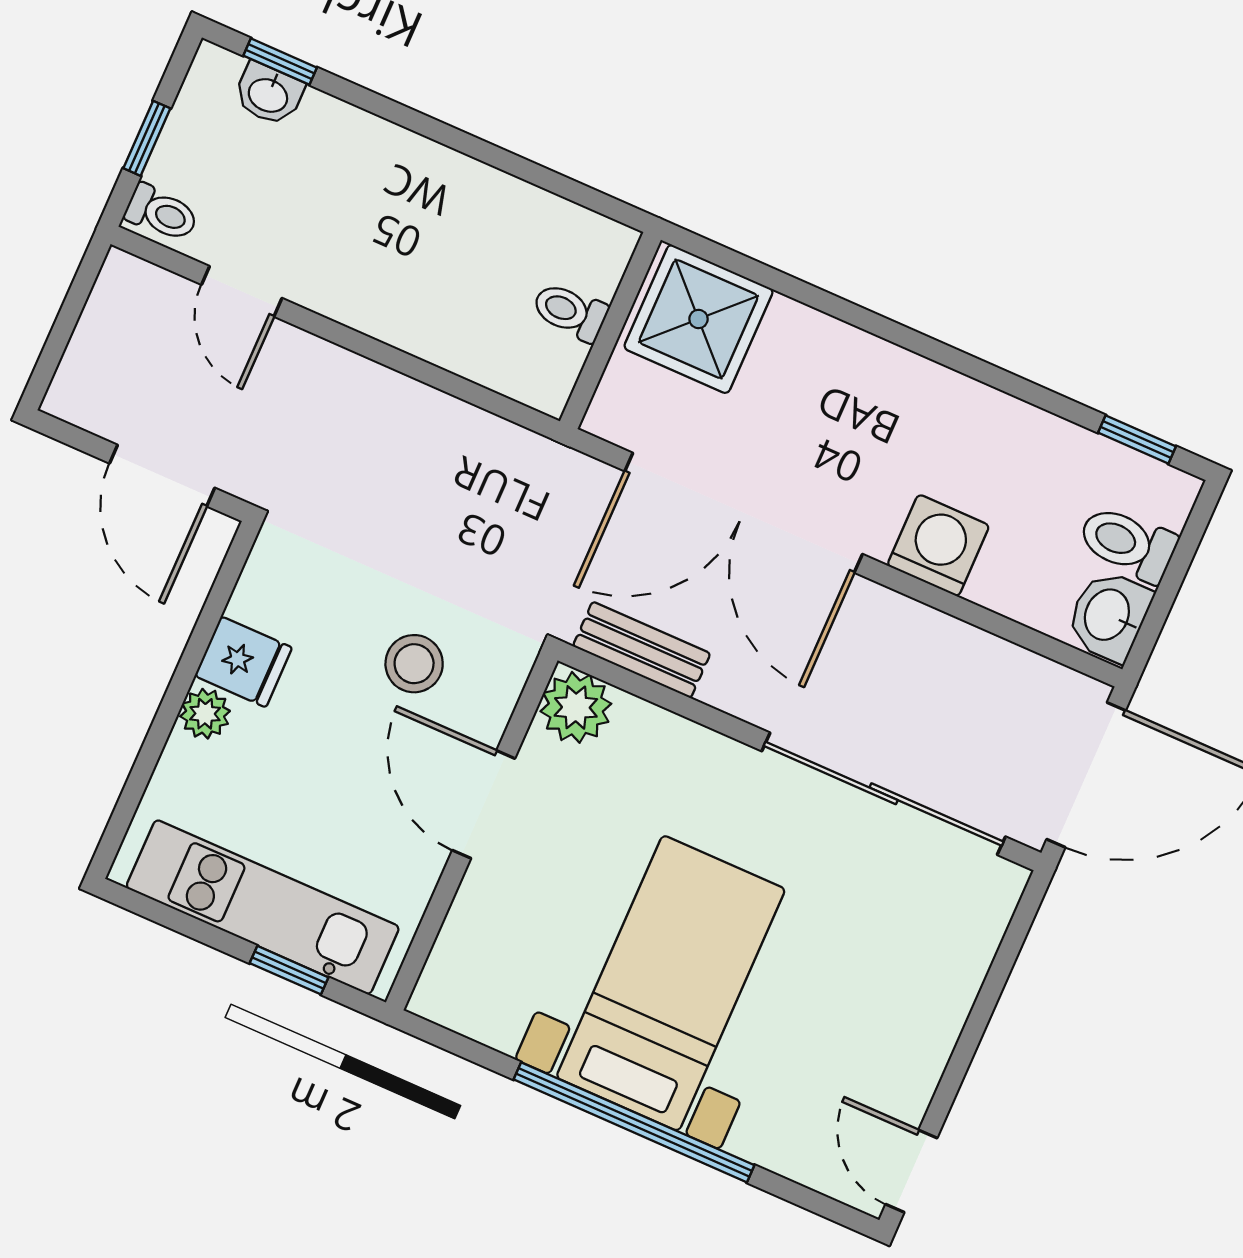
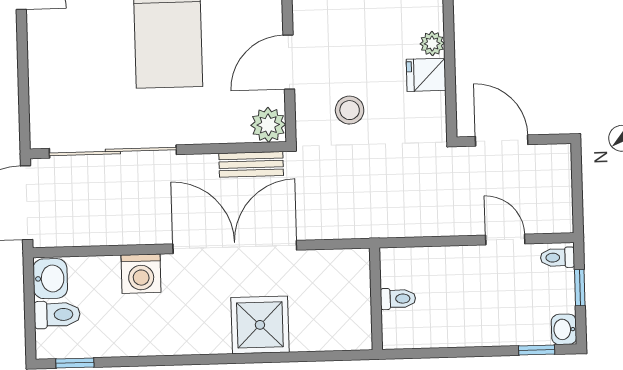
washbasin: (269, 94) -> (564, 329), moved, turned -90
toilet: (570, 312) -> (398, 299), moved
shower: (698, 319) -> (260, 325), moved
wall: (610, 331) -> (376, 299), moved
door: (484, 804) -> (289, 62), swing flipped

